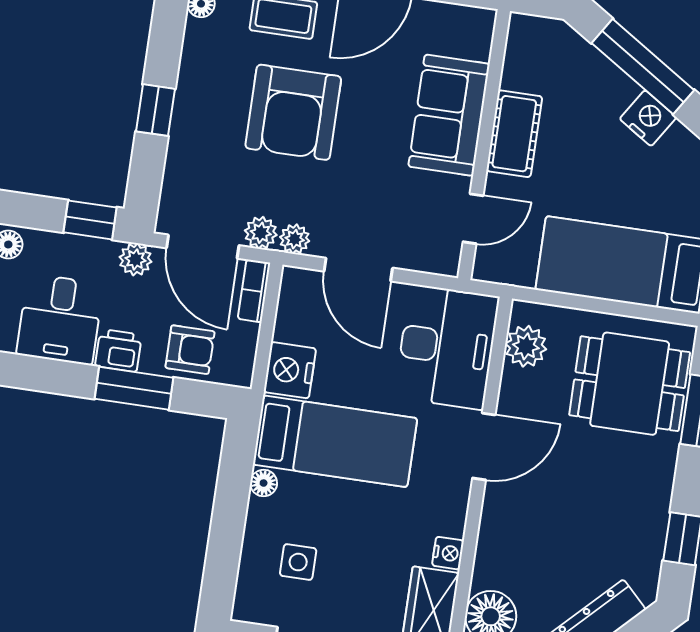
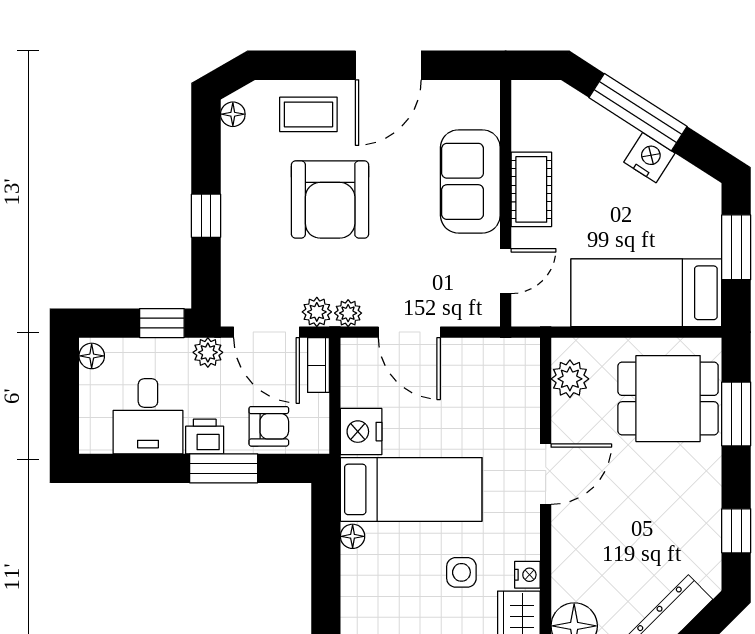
desk: (447, 347) -> (499, 390), removed
side table: (298, 562) -> (461, 572), moved

